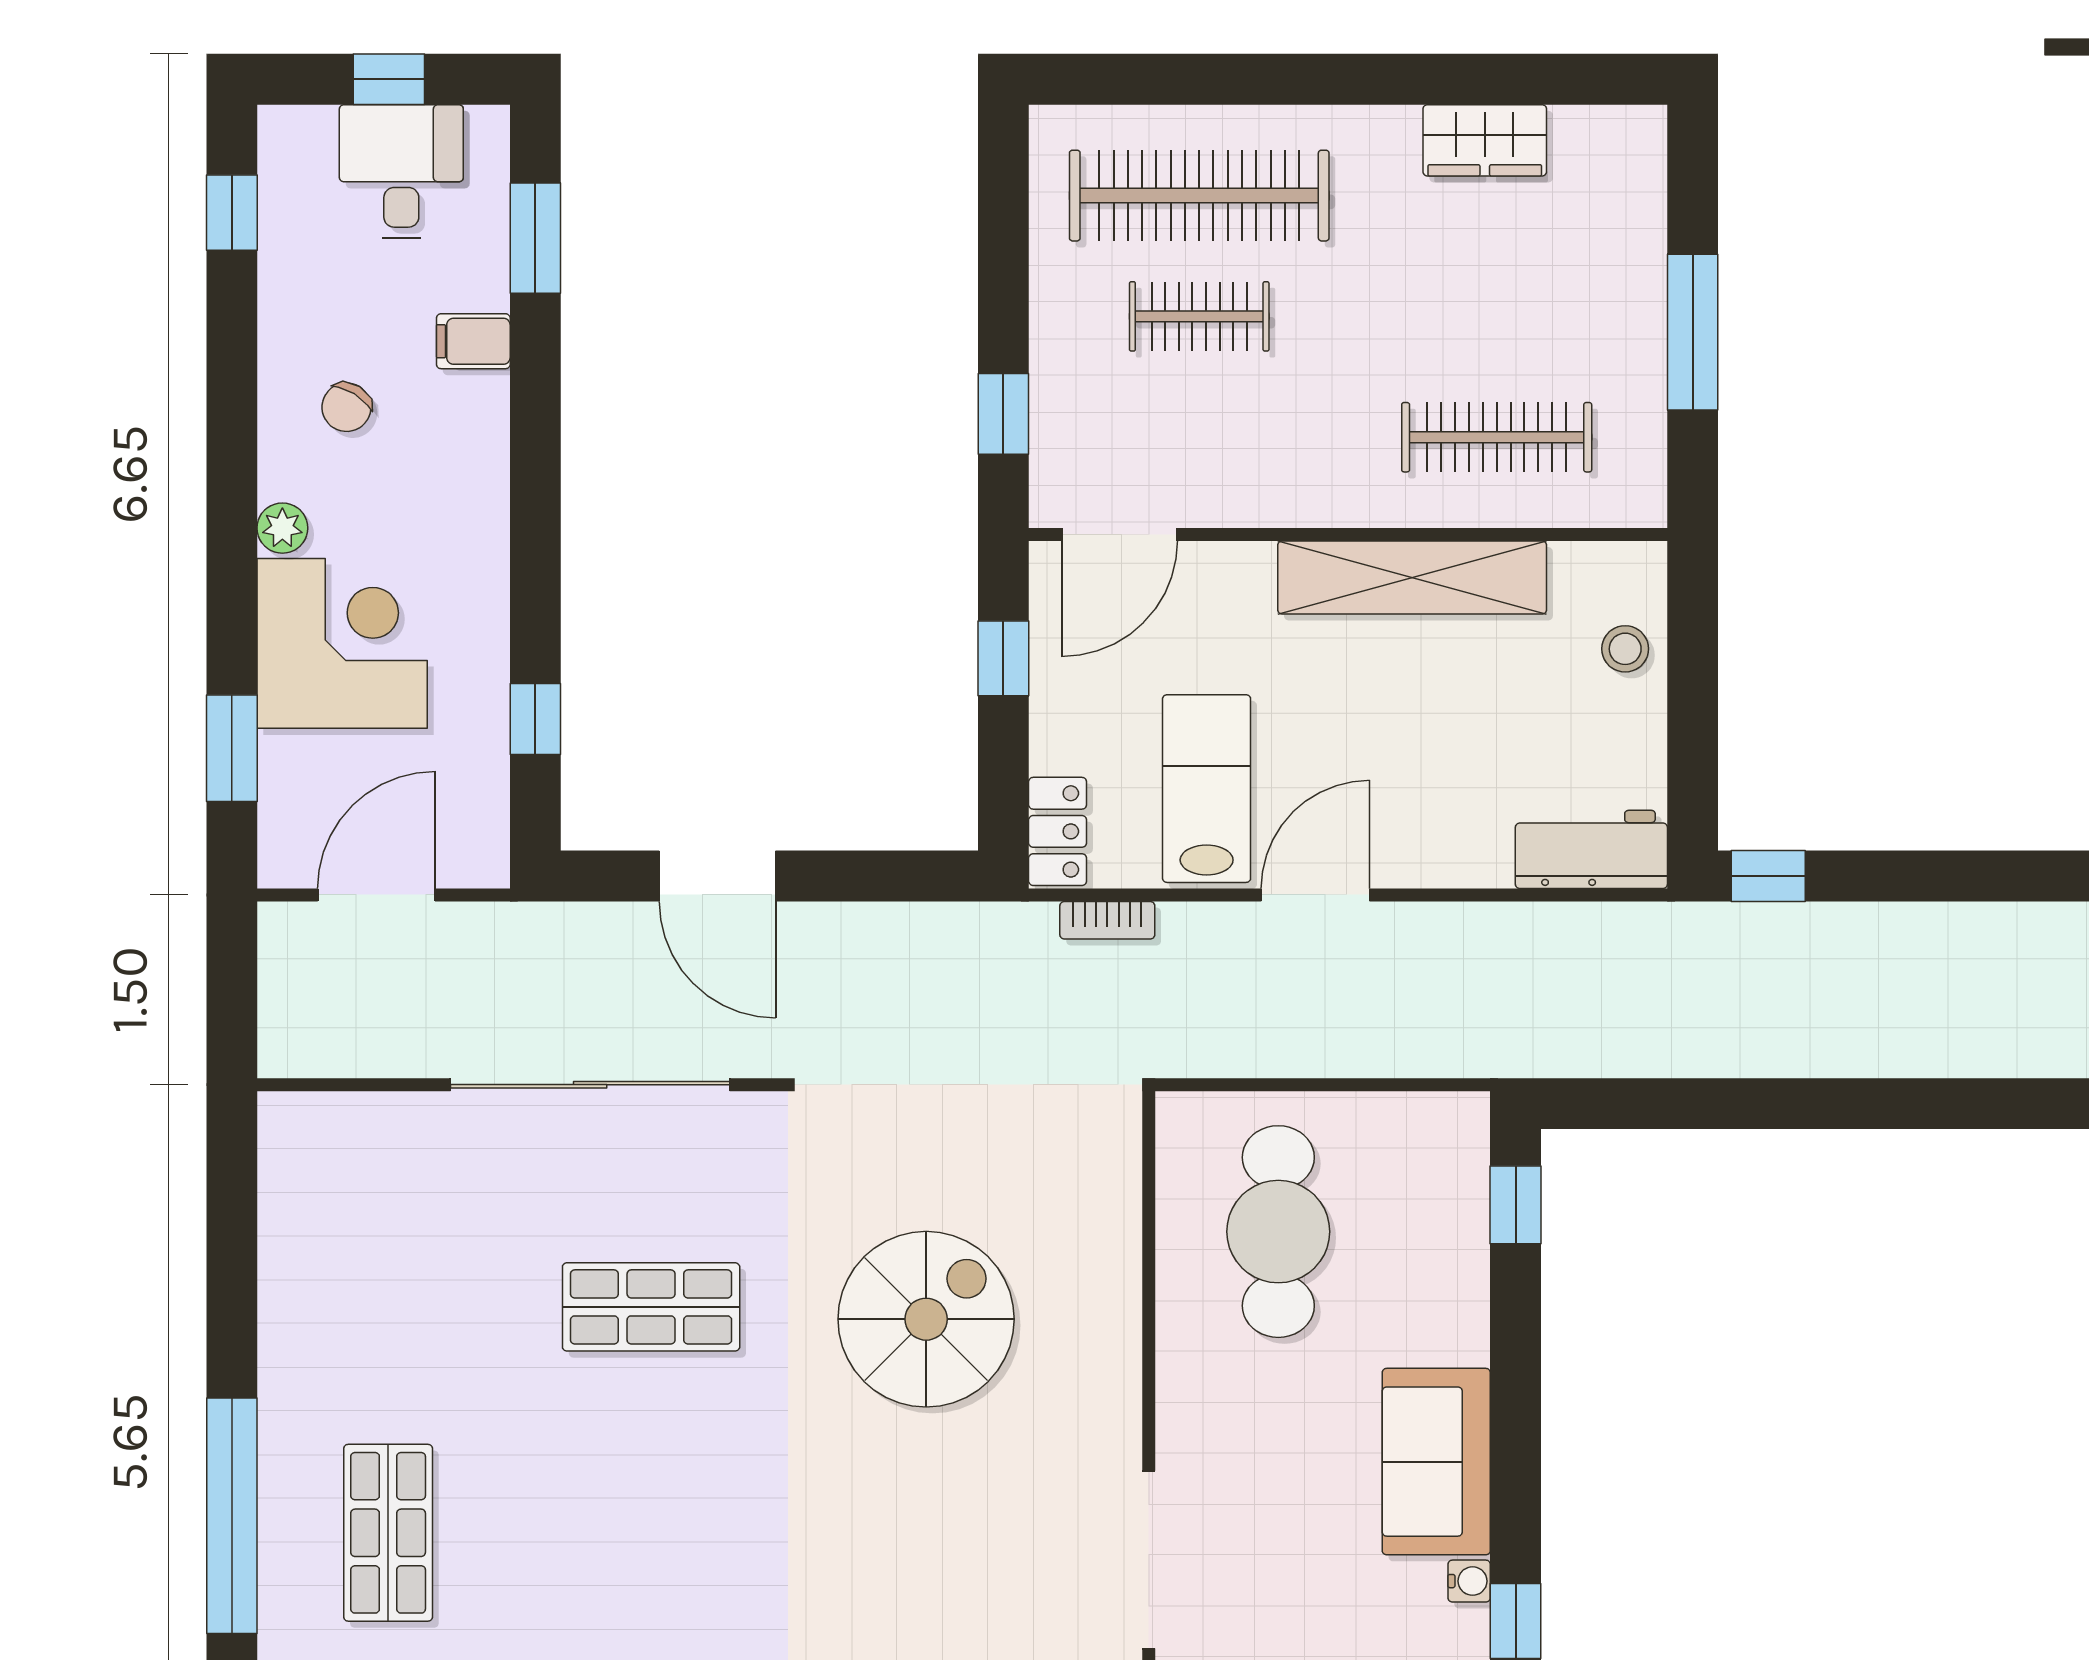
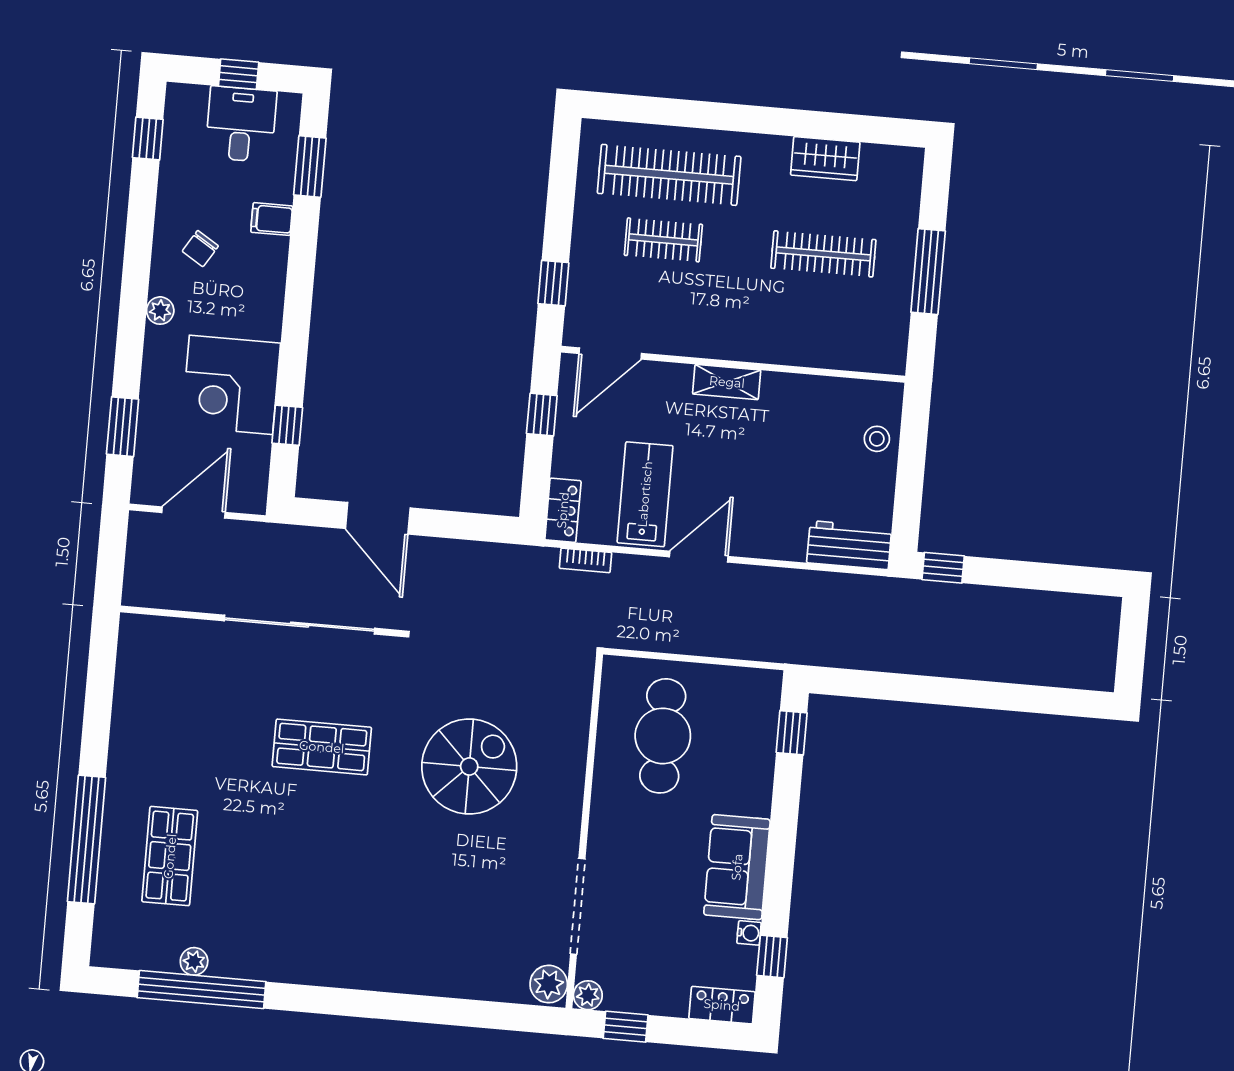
clothes rail: (1497, 437) -> (823, 254), moved
shelving: (1412, 577) -> (727, 382), width x0.45, depth x0.75
corner desk: (342, 643) -> (231, 385), moved, turned 180

